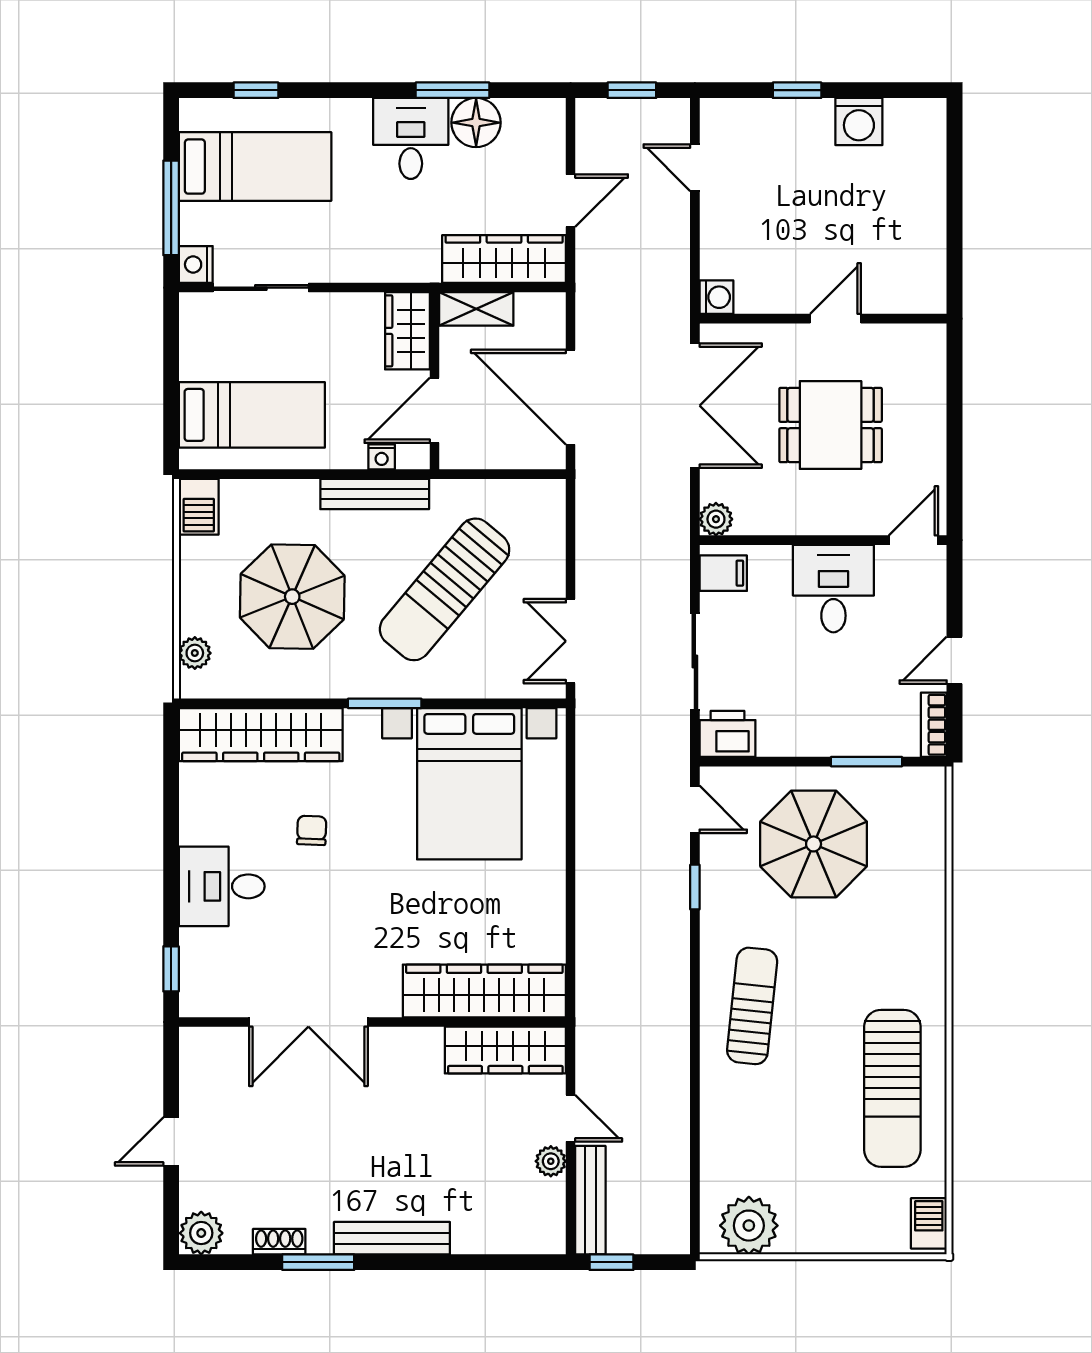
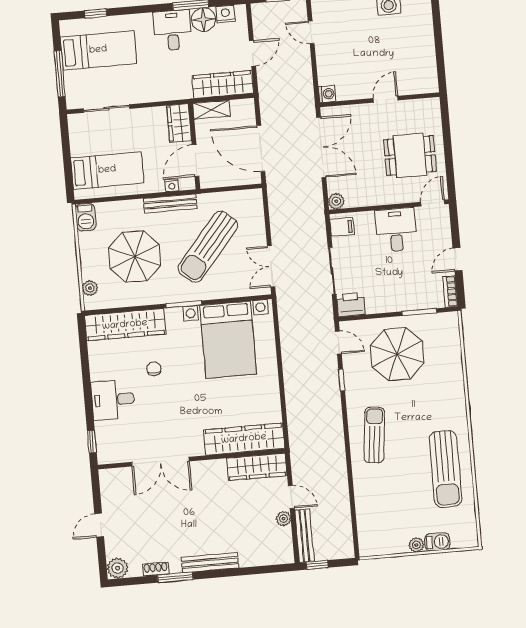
nightstand: (196, 264) -> (225, 14), moved, turned 90
dining table: (831, 425) -> (410, 155), moved
barbecue: (929, 1223) -> (437, 542), moved, turned 90
plant: (749, 1226) -> (416, 545), moved, width x0.53, depth x0.53

